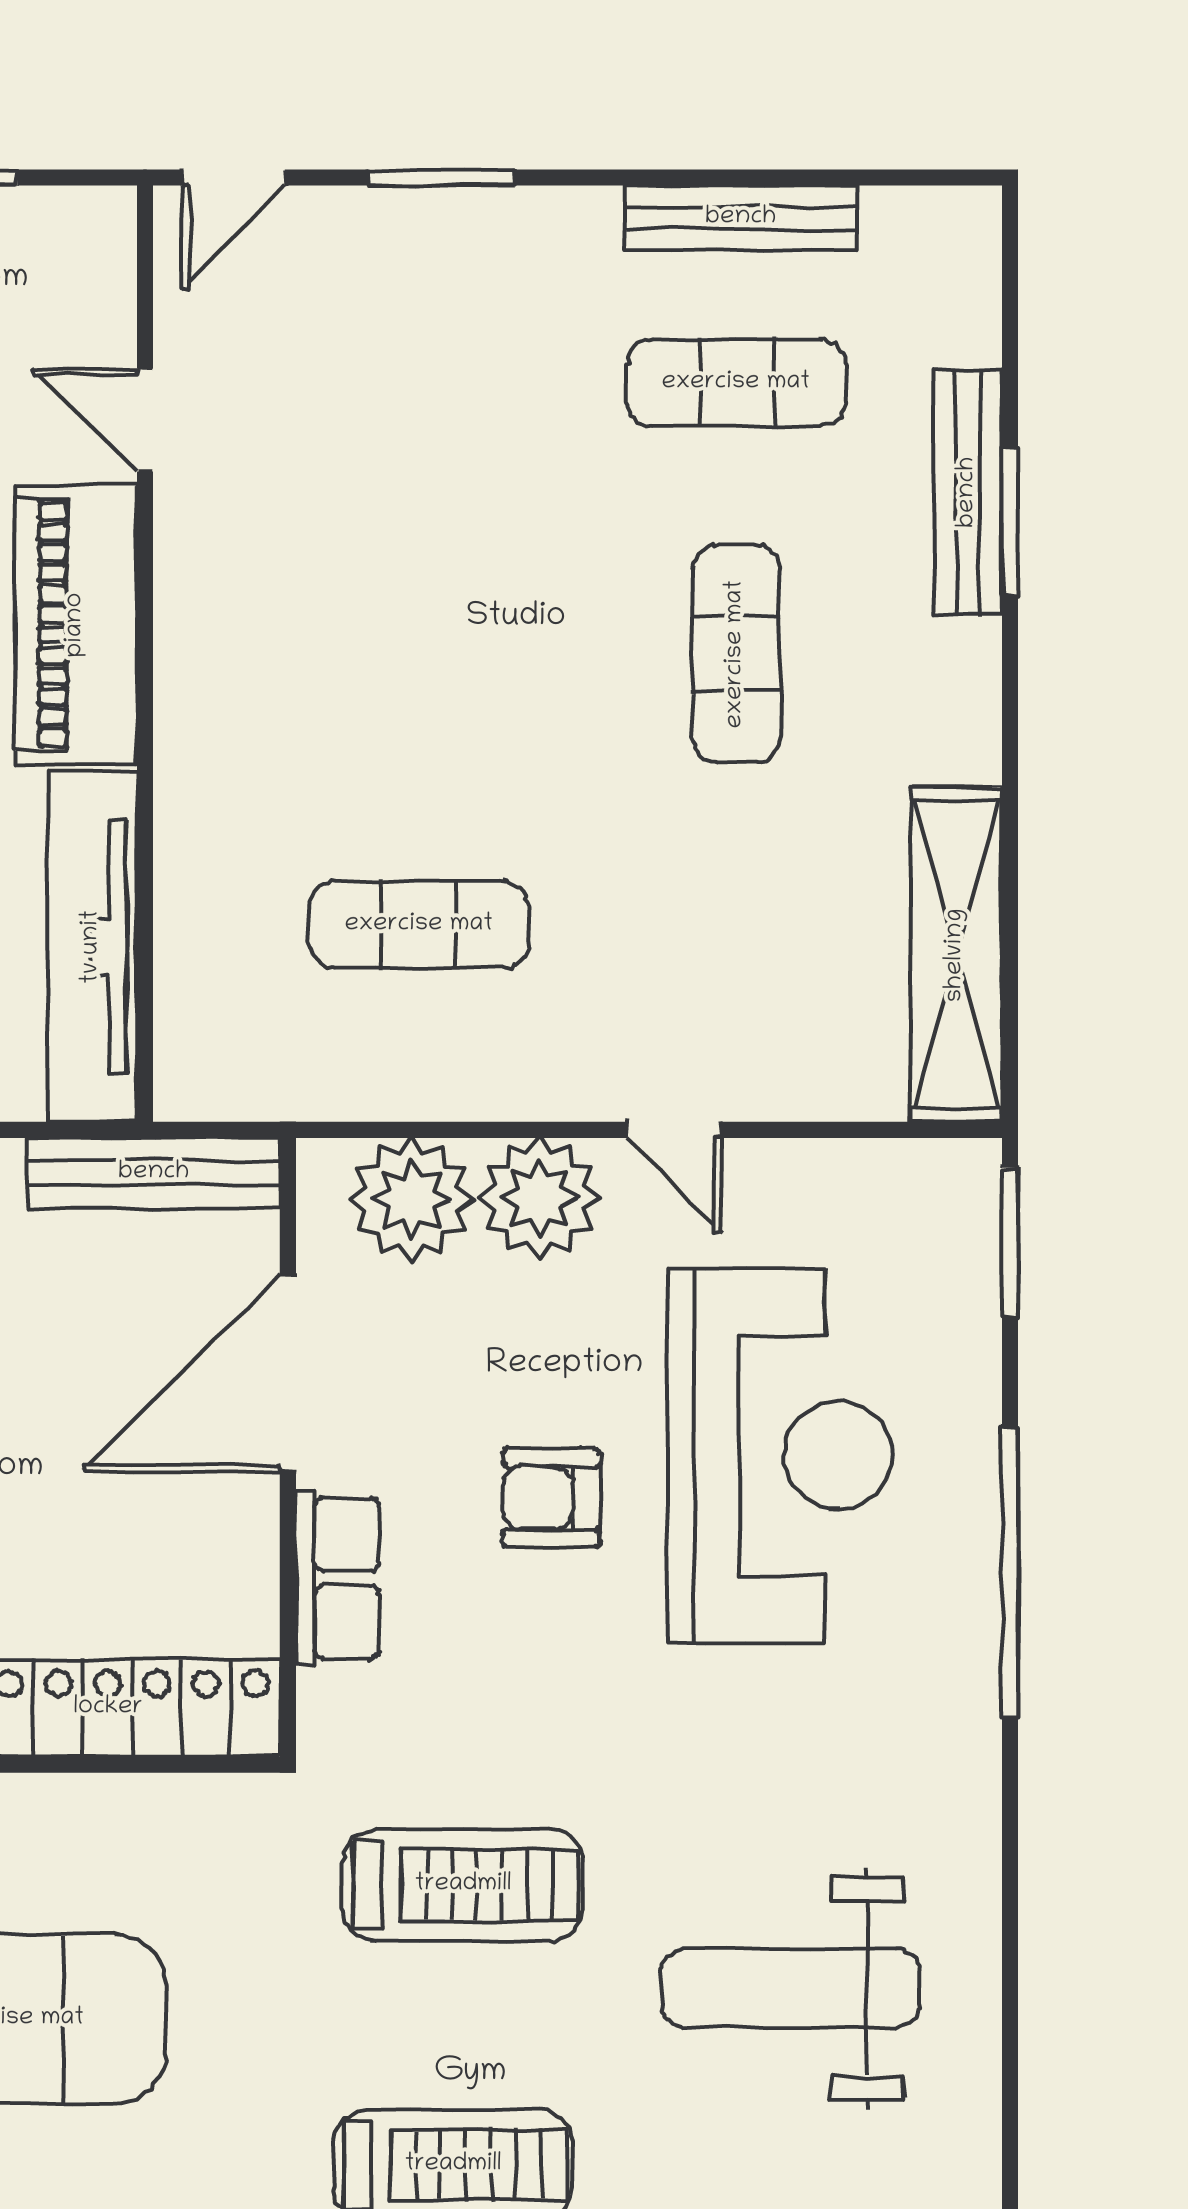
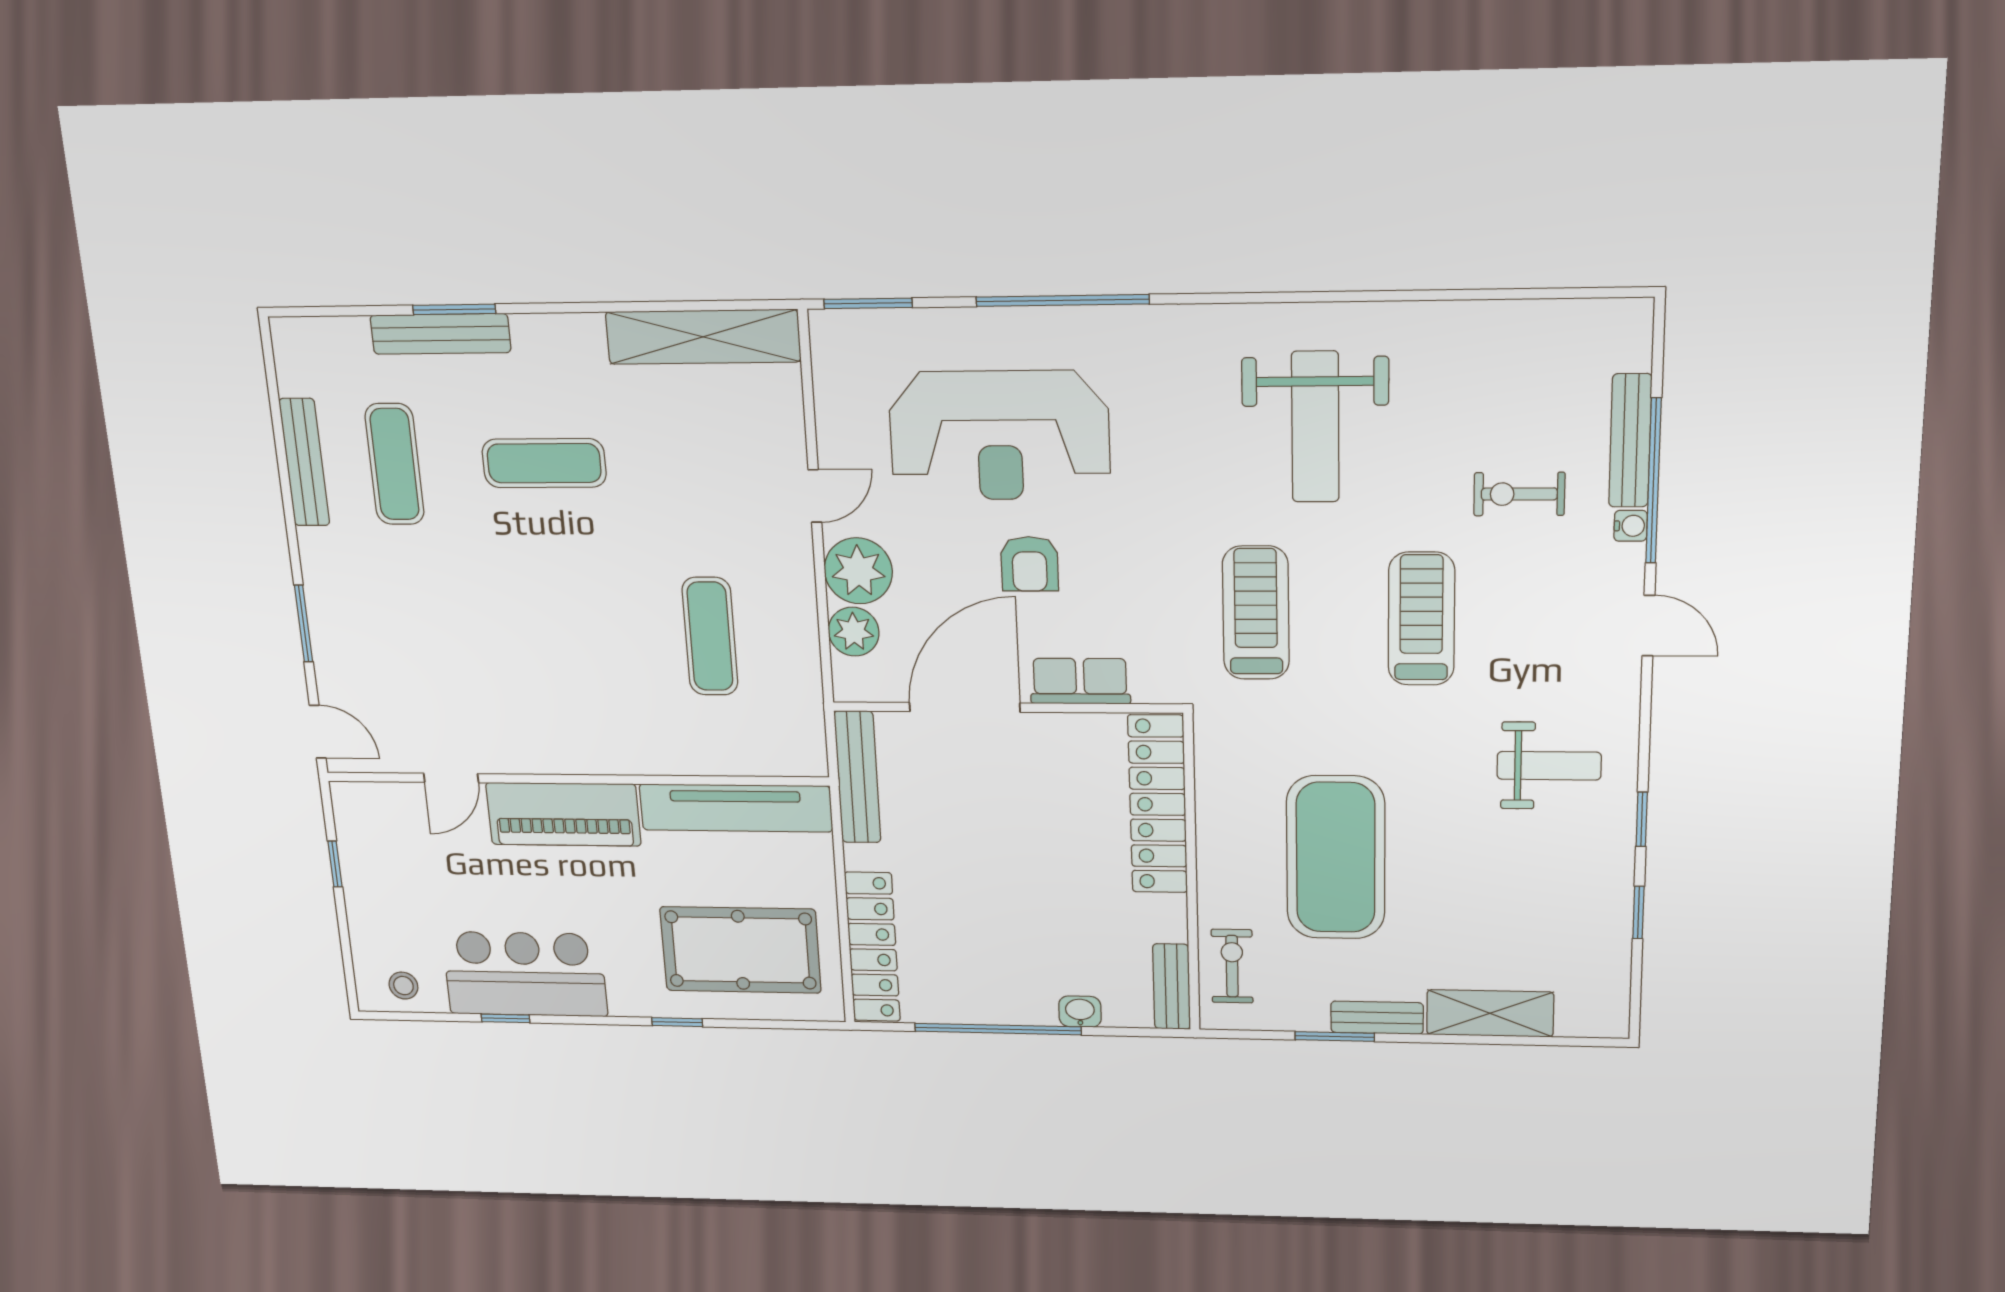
plant: (411, 1199) -> (854, 632), width x0.73, depth x0.73
door: (288, 1373) -> (965, 707), swing flipped
reception desk: (780, 1455) -> (999, 435), turned 180

